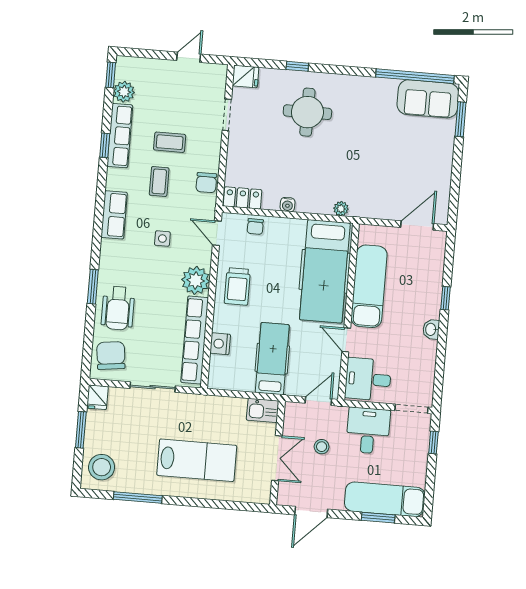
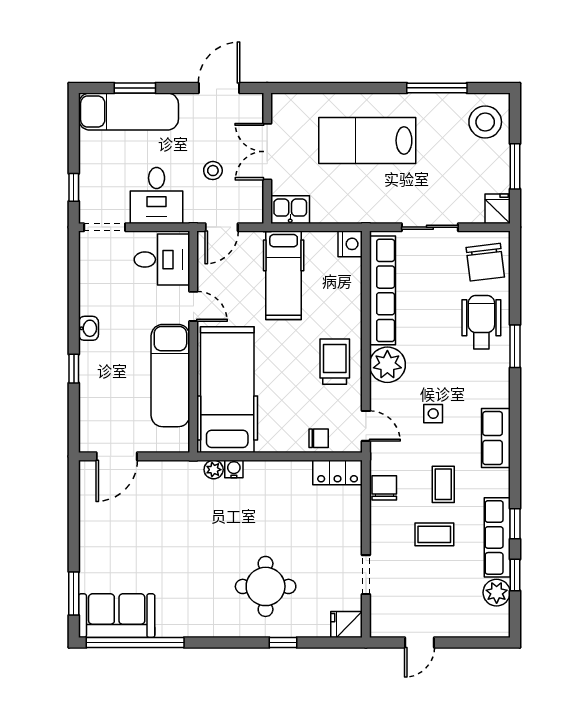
window: (111, 75) -> (515, 575), moved
water cooler: (288, 205) -> (234, 469), moved
chair: (255, 227) -> (319, 438), turned 90
nightstand: (220, 344) -> (350, 244), moved

